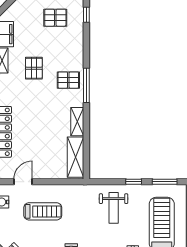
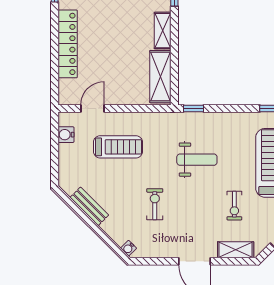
window: (134, 182) -> (193, 109), moved
weight bench: (114, 208) -> (197, 160), moved, turned -90

